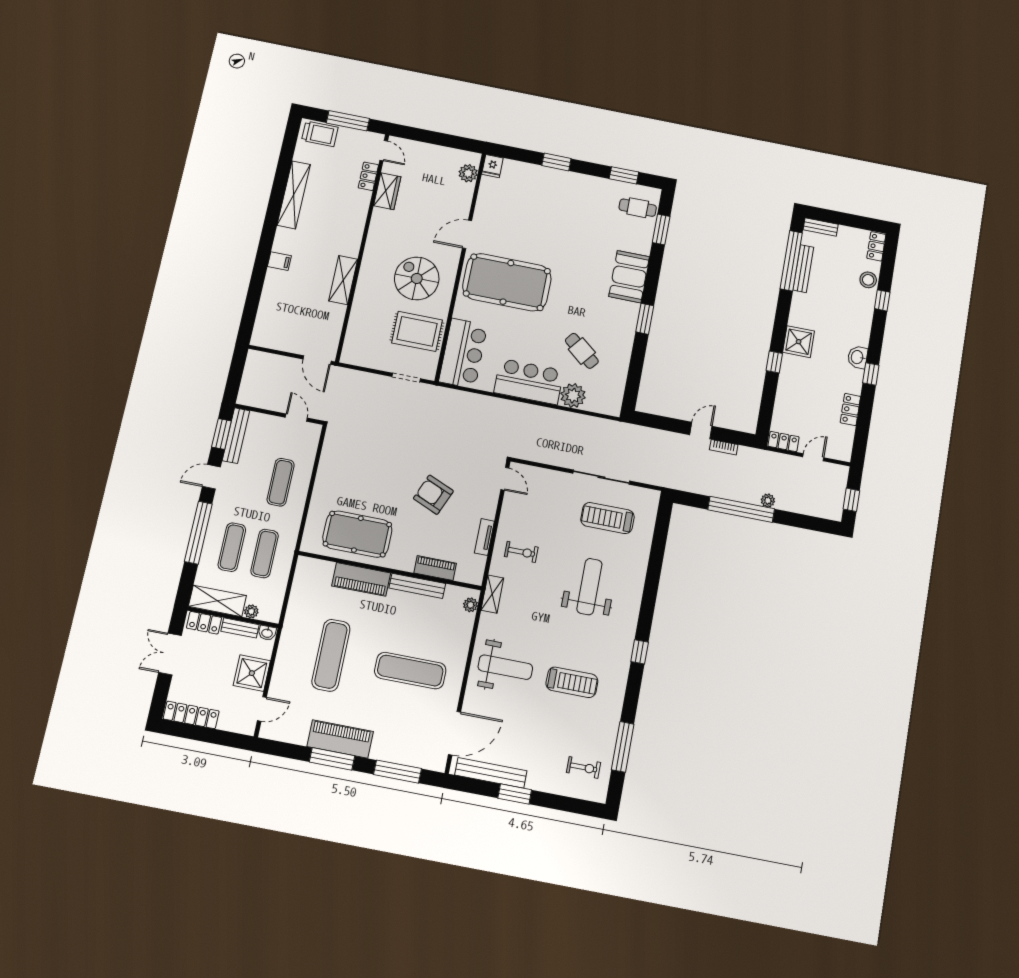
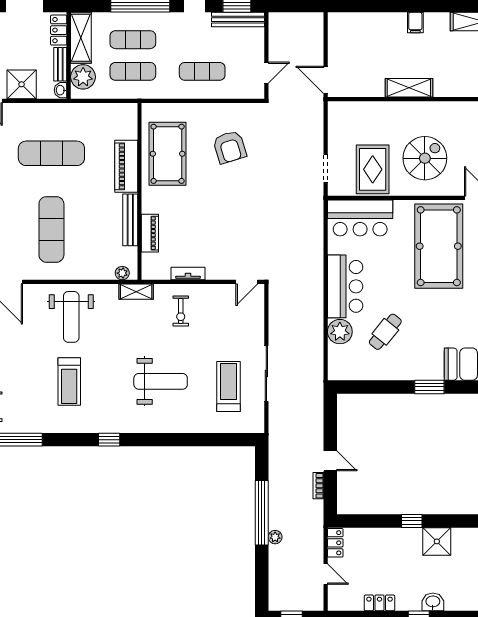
door: (317, 360) -> (326, 80), hinge flipped
armchair: (433, 495) -> (230, 147), moved, turned 140
plant: (251, 611) -> (83, 77), width x1.87, depth x1.87

